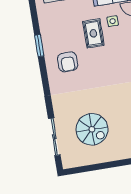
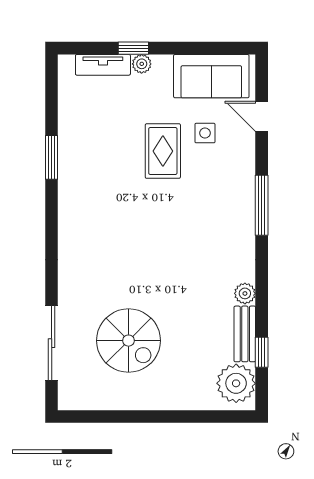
armchair: (68, 62) -> (102, 199), removed

